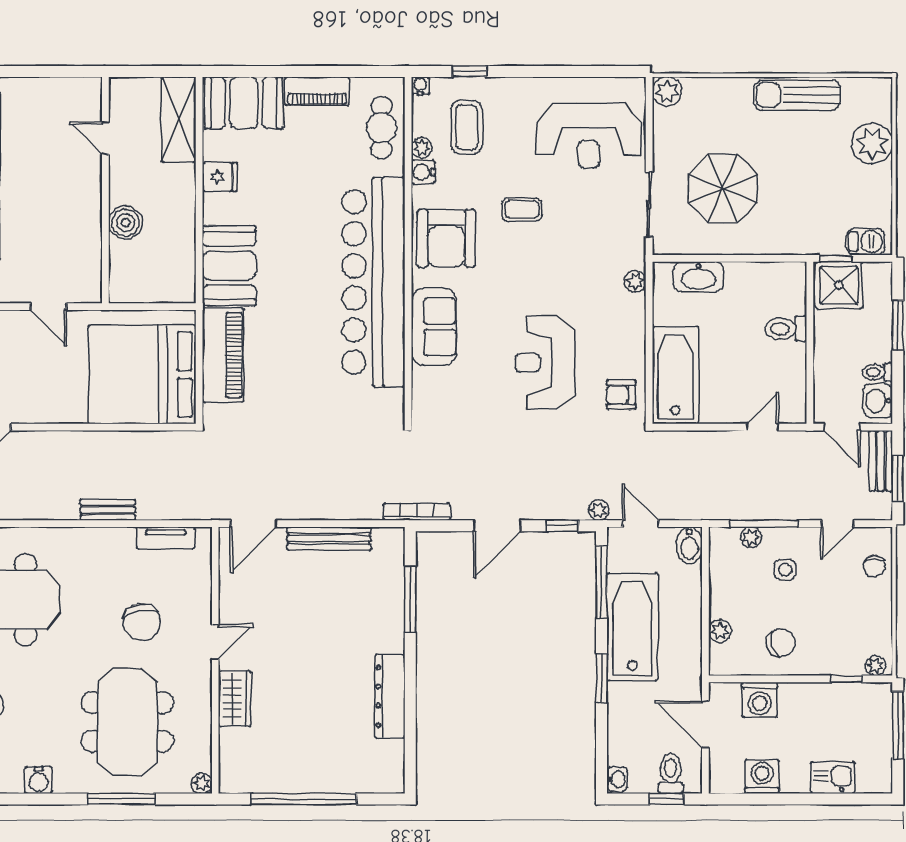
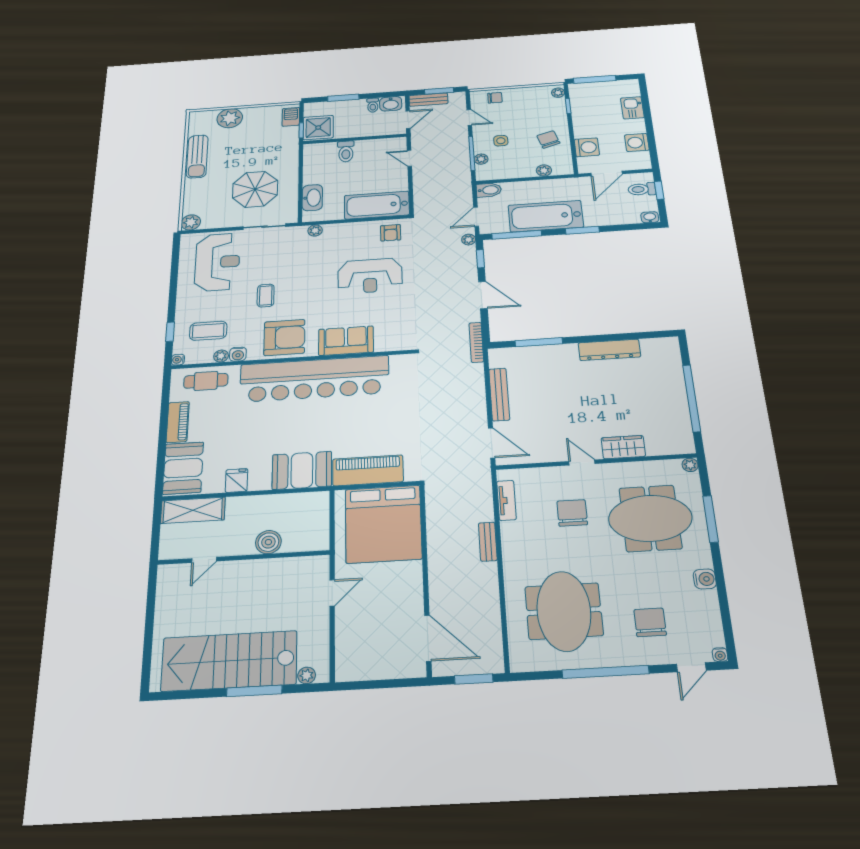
chair: (142, 622) -> (572, 513), turned -80

